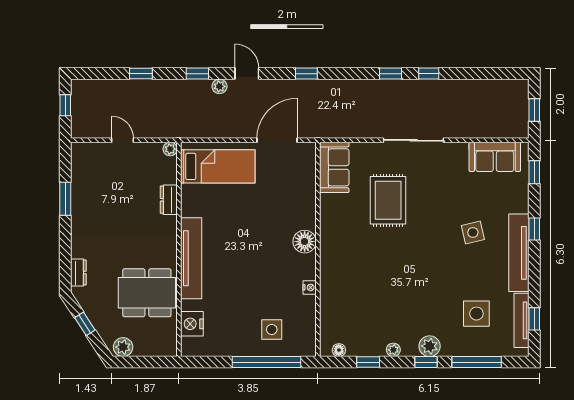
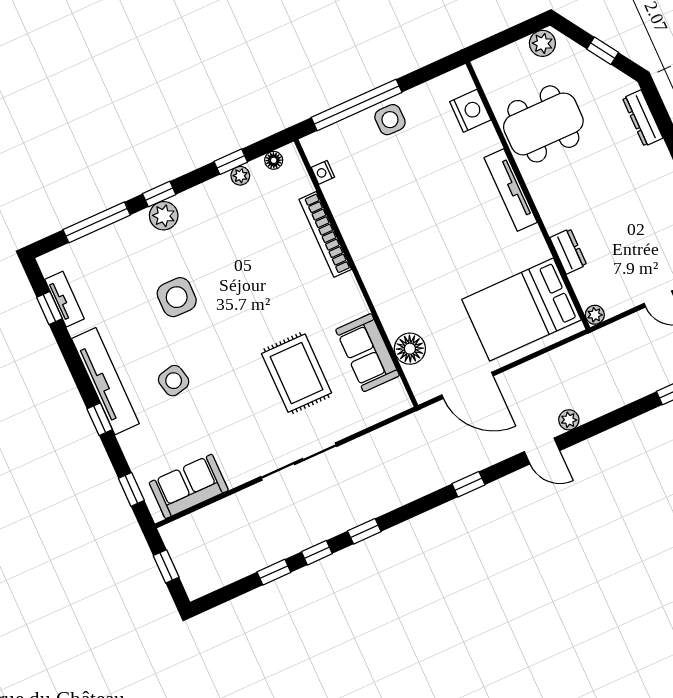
window: (197, 74) -> (274, 572), moved
door: (277, 140) -> (467, 385), hinge flipped
bed: (218, 166) -> (521, 310), width x1.50
sofa: (334, 167) -> (367, 353), moved
floor lamp: (305, 242) -> (410, 349), moved
tv unit: (191, 258) -> (511, 190), width x0.73, depth x0.78
dresser: (78, 273) -> (643, 118), width x1.44
bookcase: (327, 285) -> (325, 234), added
nightstand: (310, 287) -> (323, 172), moved
side table: (476, 314) -> (177, 297), moved
tv unit: (521, 320) -> (64, 299), width x0.71
side table: (272, 329) -> (390, 120), moved
plant: (393, 350) -> (240, 176), moved

